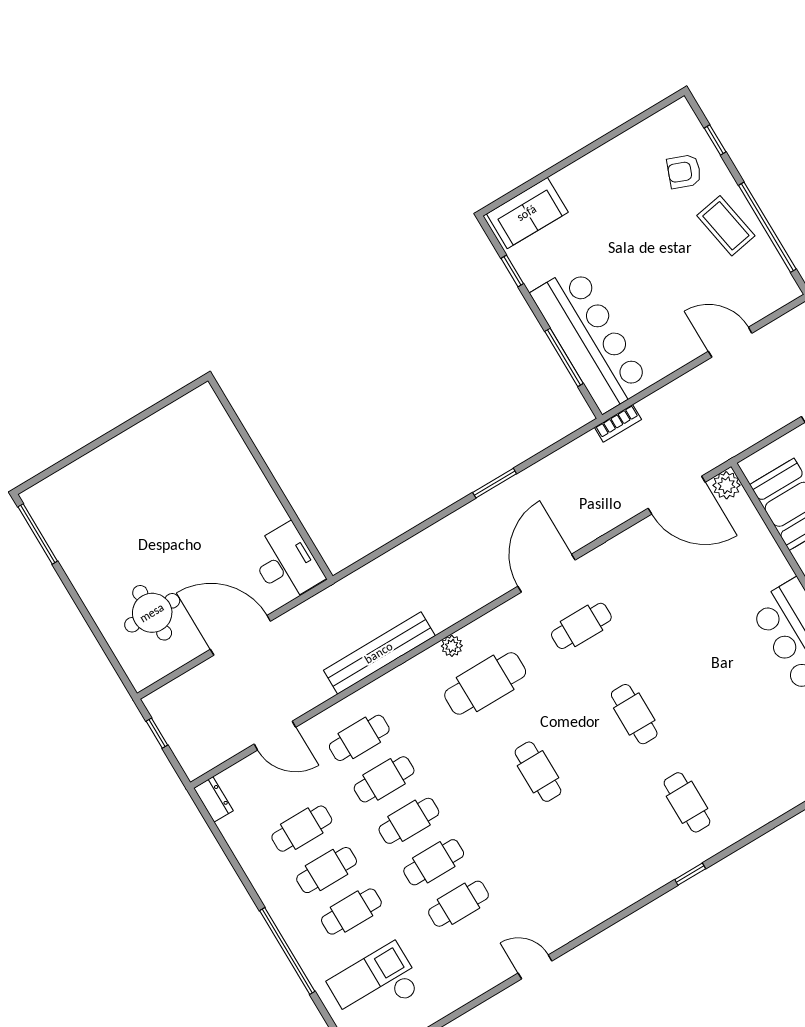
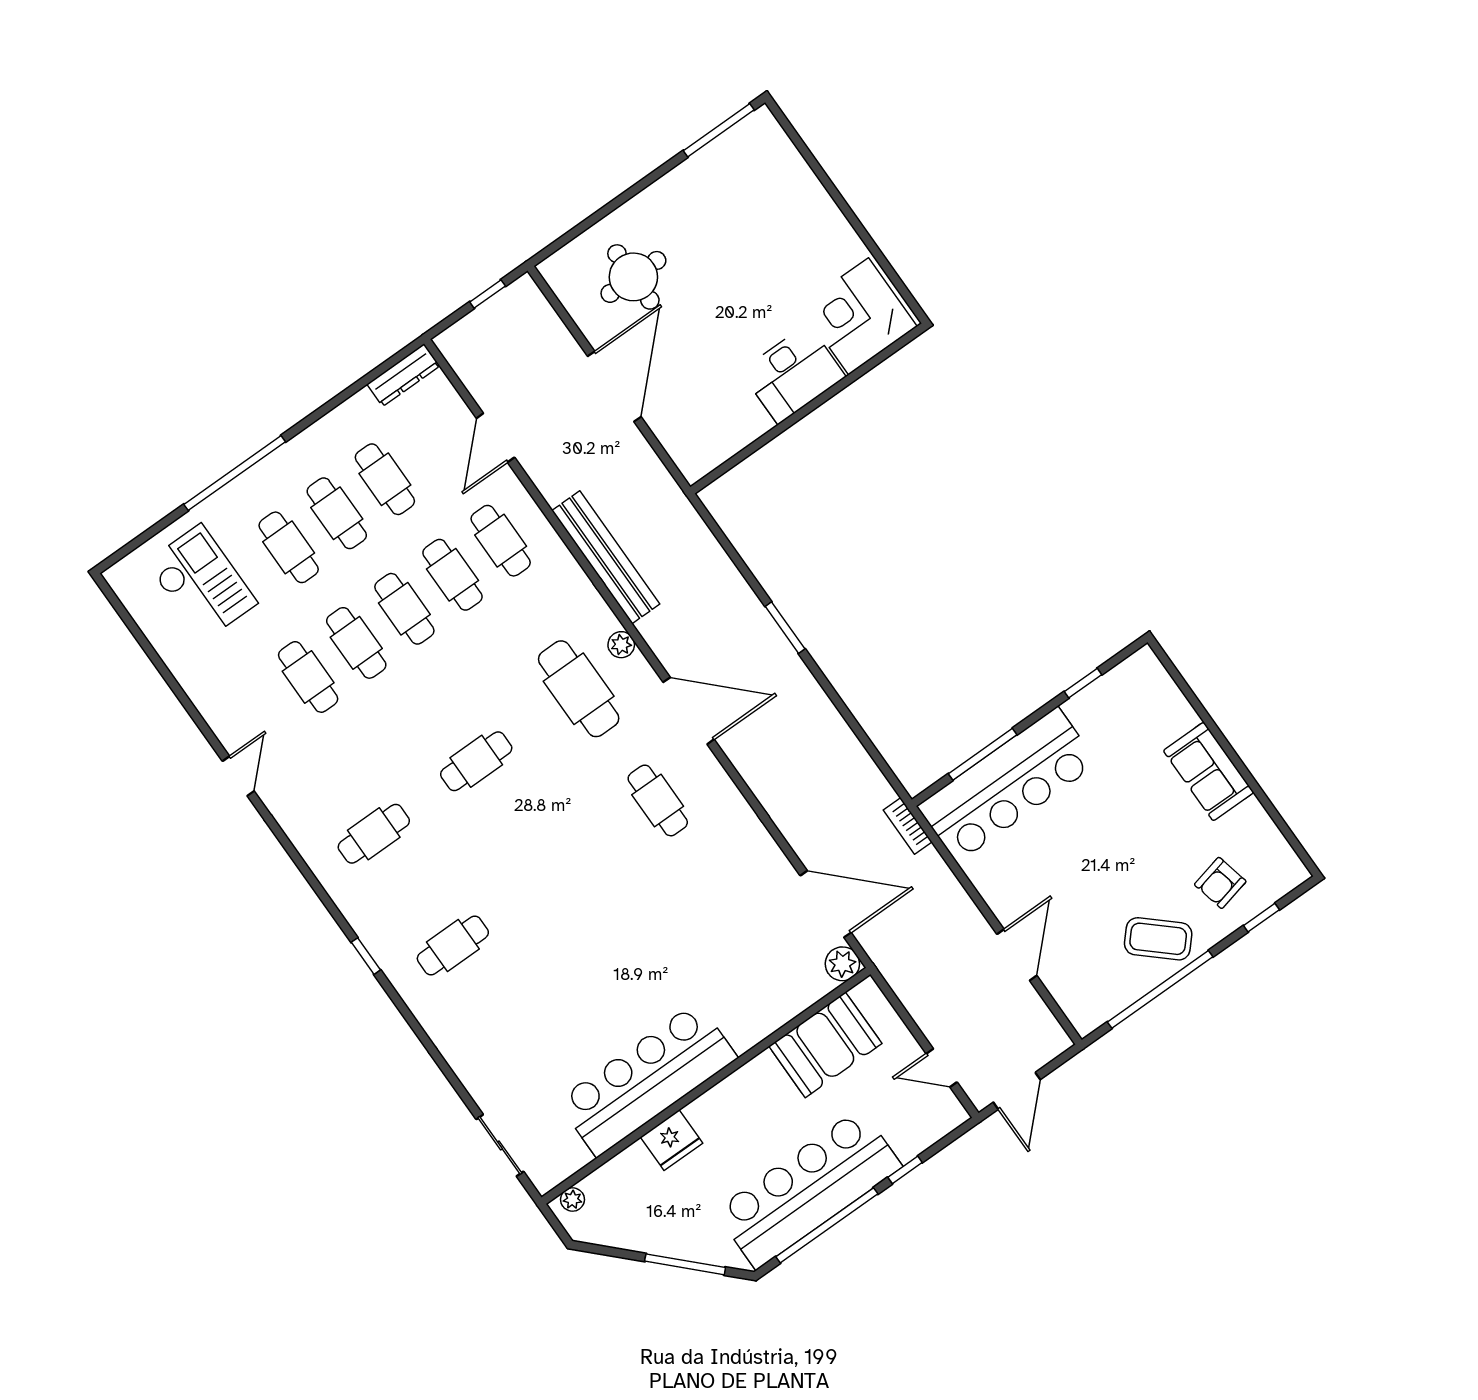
armchair: (684, 171) -> (1220, 883), turned -124
sofa: (527, 213) -> (1208, 771), moved
coffee table: (726, 226) -> (1158, 939), turned 52
corner desk: (198, 431) -> (859, 316), added
window: (495, 483) -> (785, 628), moved
door: (677, 495) -> (826, 904), swing flipped
desk: (286, 563) -> (793, 374), moved
door: (546, 573) -> (689, 711), moved
cafe table: (634, 714) -> (374, 834), moved
dresser: (213, 799) -> (403, 375), width x1.44

